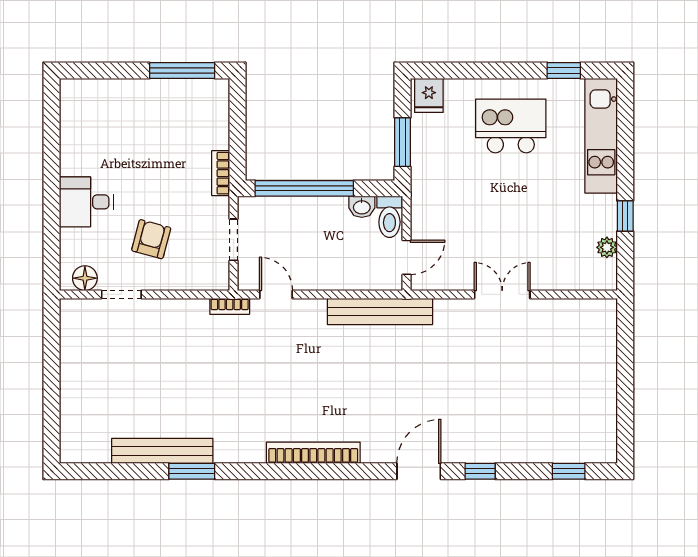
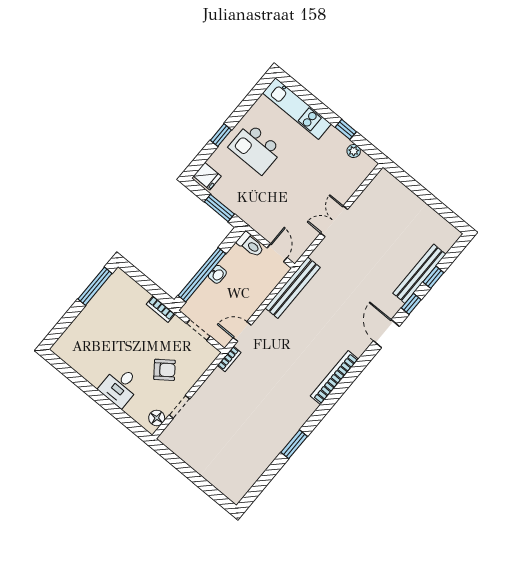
window: (564, 70) -> (221, 135), moved
kitchen island: (511, 126) -> (255, 149), turned -90
washbasin: (362, 207) -> (217, 274), moved
armchair: (151, 239) -> (165, 370), turned 128
bench: (162, 451) -> (419, 274), moved
window: (569, 471) -> (433, 277), moved

